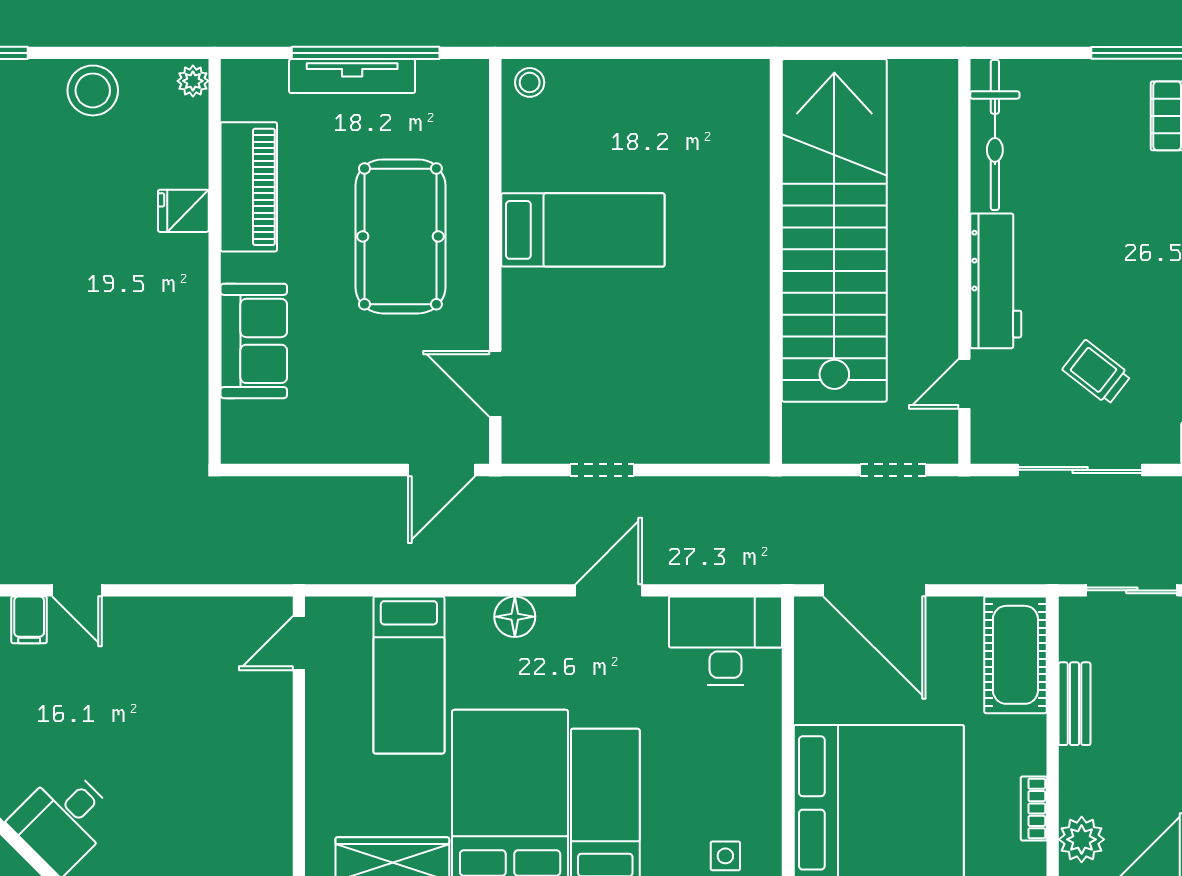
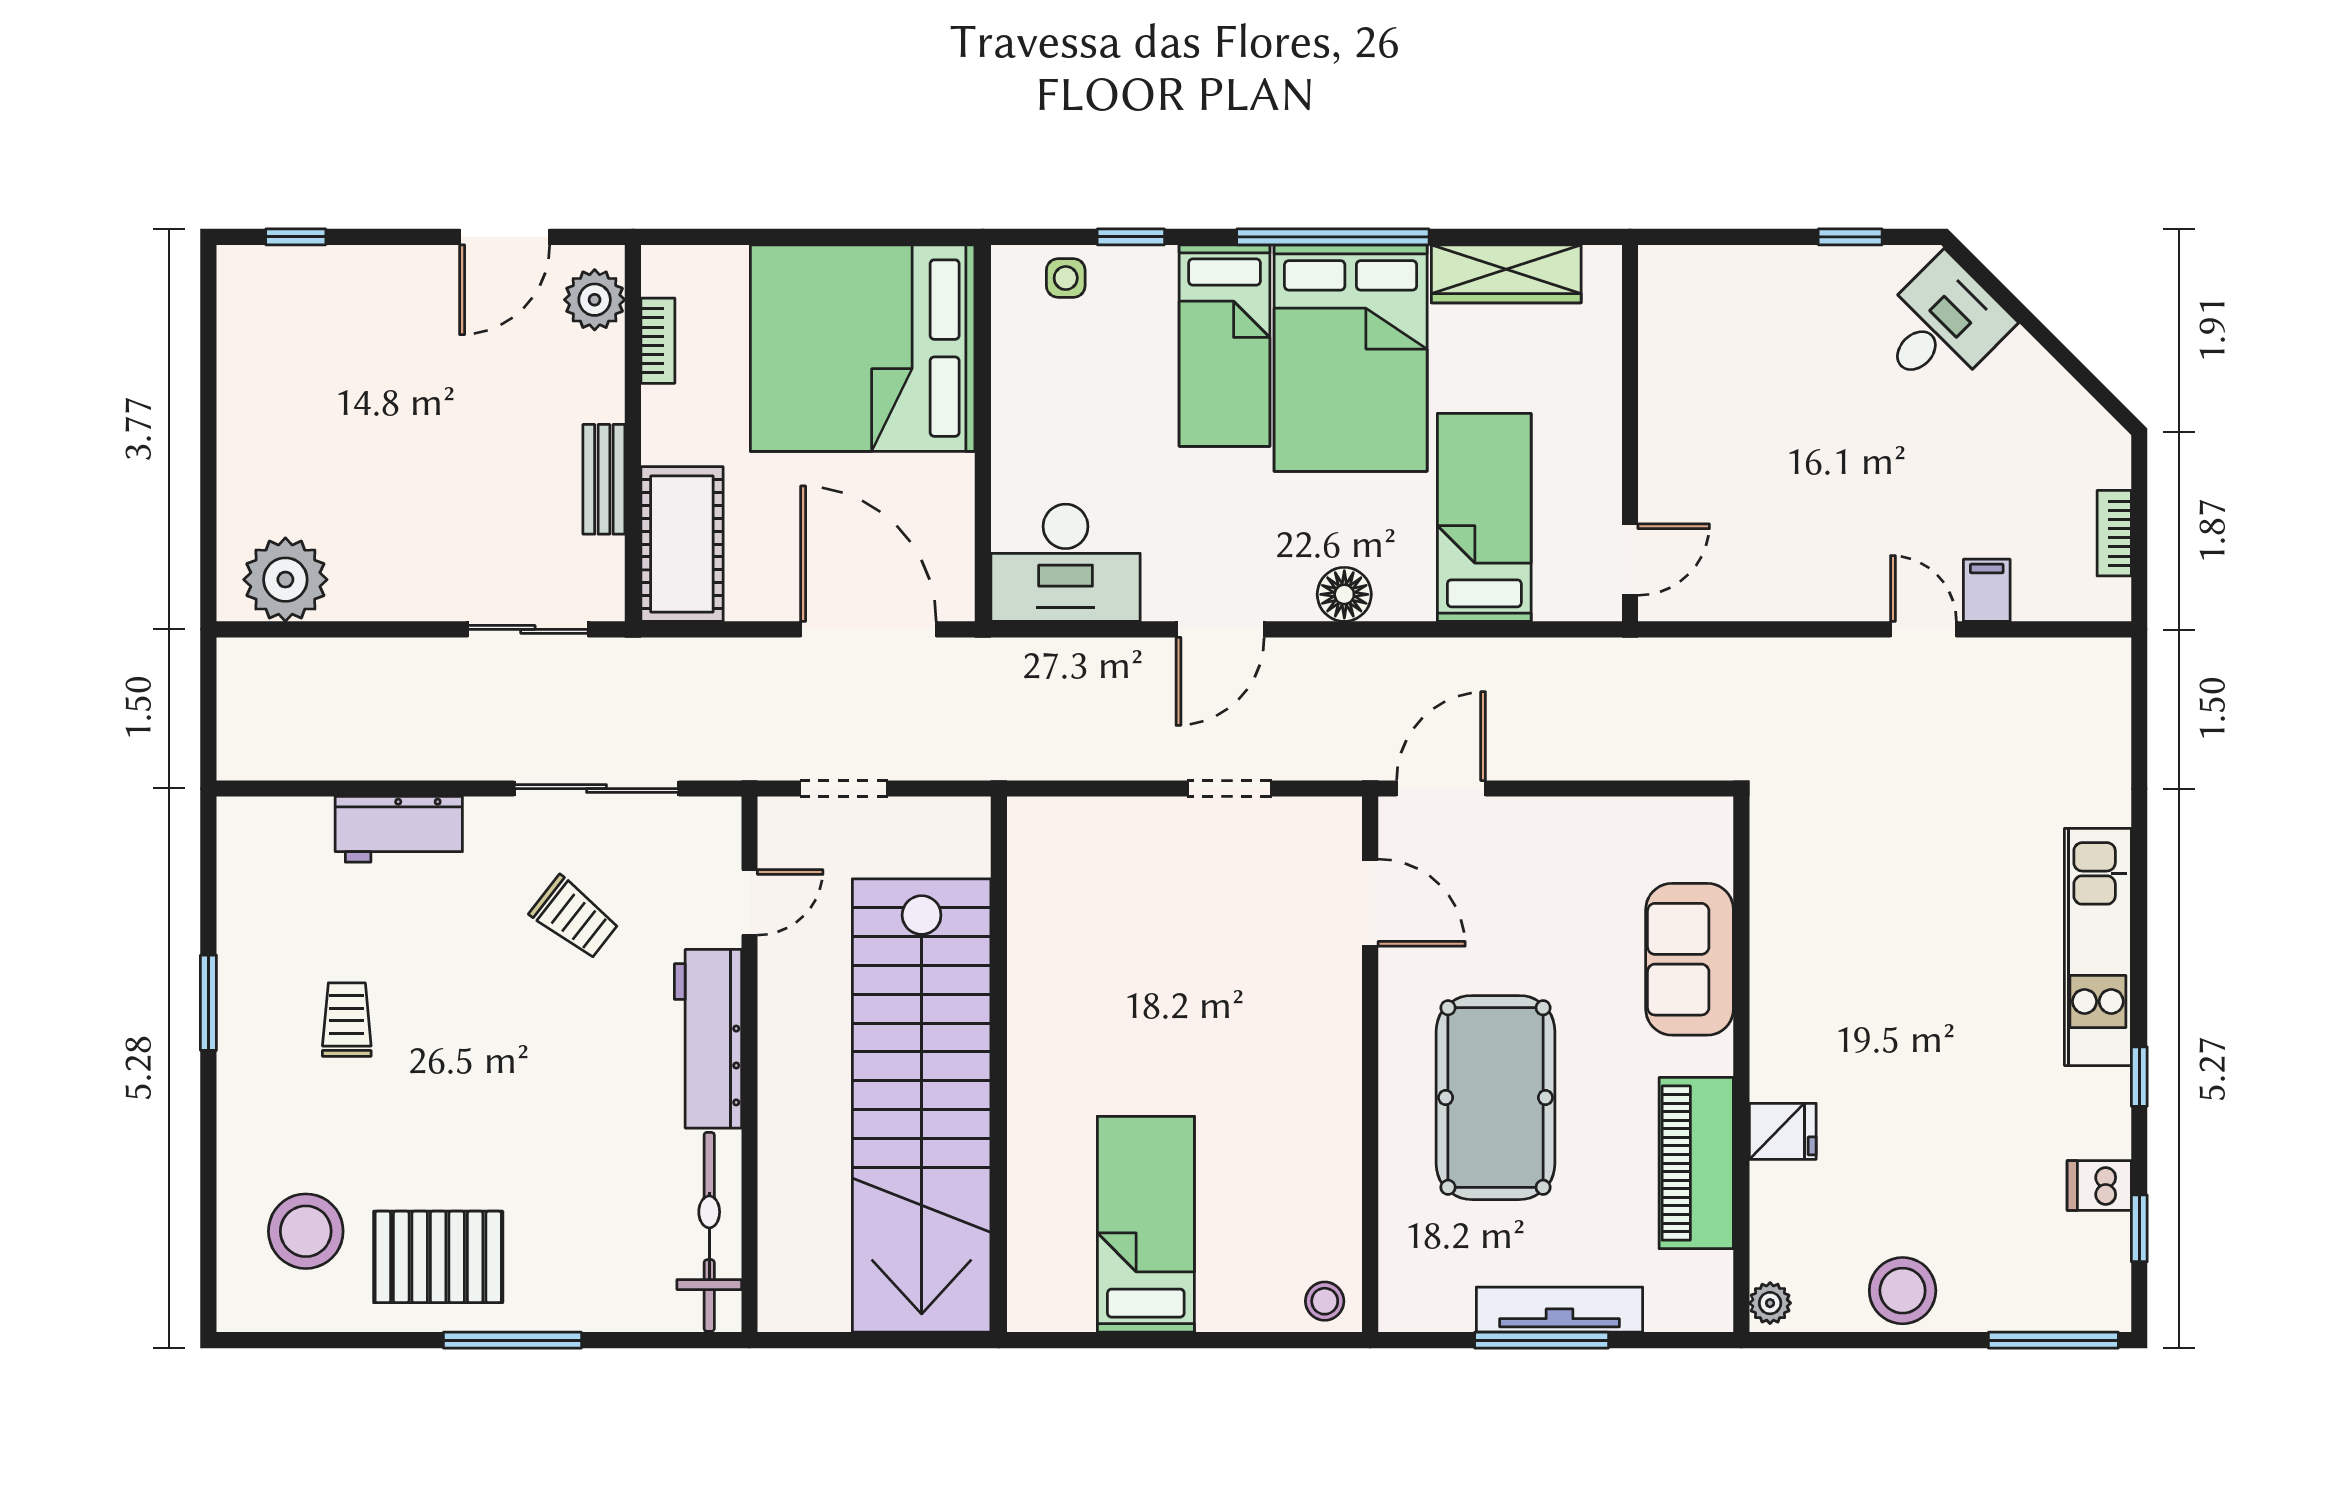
window: (366, 53) -> (1542, 1340), width x0.68
bed: (583, 230) -> (1146, 1224), moved, turned 90

